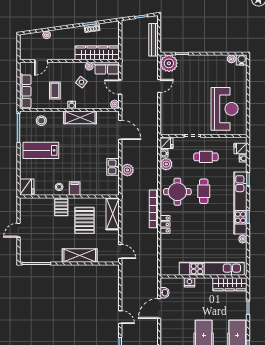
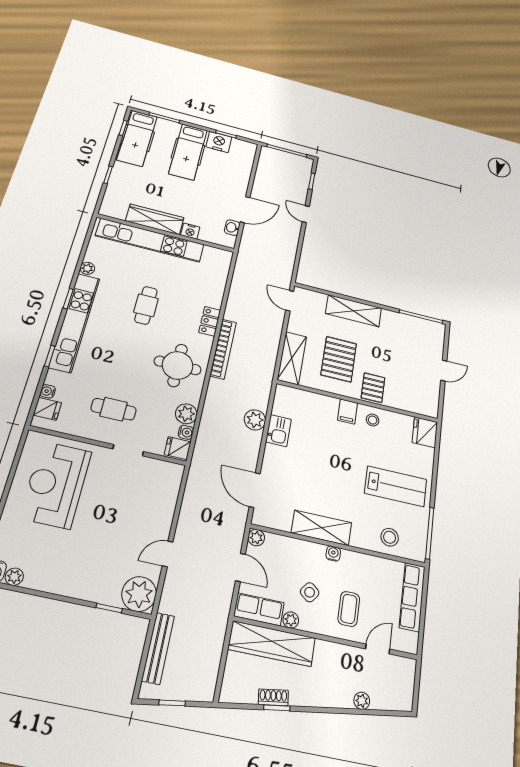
coffee table: (55, 90) -> (349, 609), moved
cafe table: (204, 191) -> (146, 305), moved
wardrobe: (230, 284) -> (155, 219), moved

